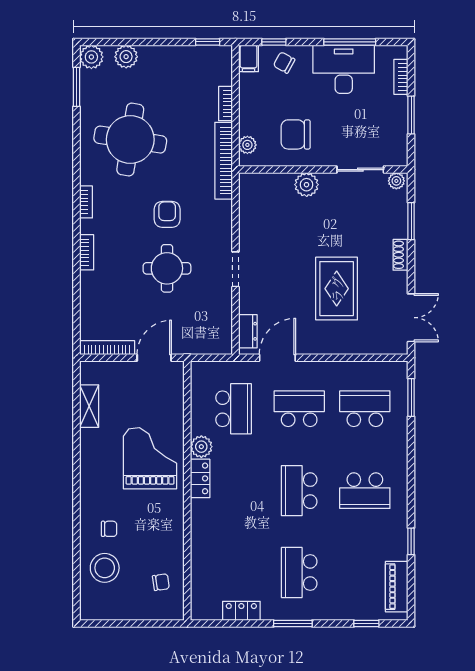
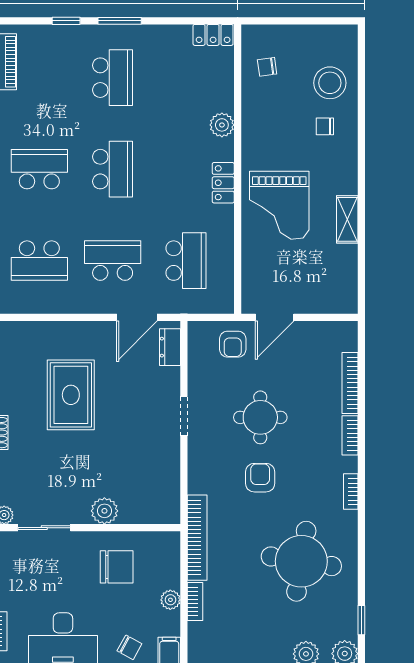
window: (76, 87) -> (361, 620), width x0.67
plant: (247, 145) -> (170, 600), moved
armchair: (167, 214) -> (260, 478), turned 180
armchair: (192, 334) -> (233, 344), added
bookcase: (107, 348) -> (350, 383), moved, turned 90
shelving: (89, 406) -> (347, 219), moved
school desk: (234, 409) -> (186, 261), turned 180
school desk: (299, 409) -> (113, 261), turned 180
plant: (201, 447) -> (222, 125), moved
locker: (241, 611) -> (213, 35), moved
window: (366, 623) -> (66, 21), moved

